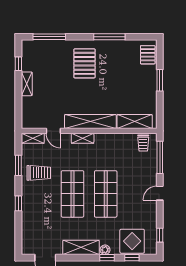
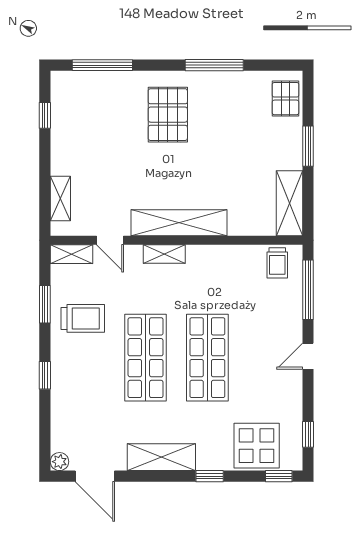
shelving: (27, 84) -> (60, 199), moved
shelving: (135, 122) -> (290, 203), moved, turned 90
plant: (105, 250) -> (59, 462), moved
window: (132, 258) -> (279, 476), moved

